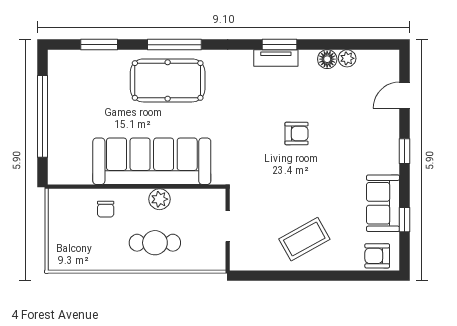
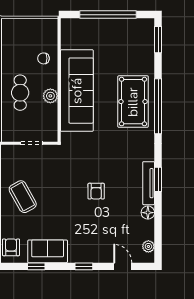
window: (99, 45) -> (158, 40), moved
window: (174, 45) -> (158, 106), width x1.46
tv unit: (276, 58) -> (149, 183), width x1.41
plant: (347, 58) -> (148, 246), moved

